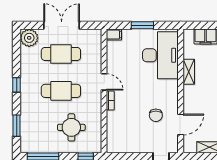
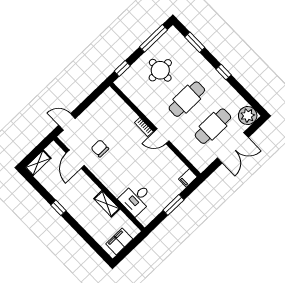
desk: (160, 55) -> (136, 199), width x0.53, depth x0.77
round table: (71, 127) -> (160, 70), moved

